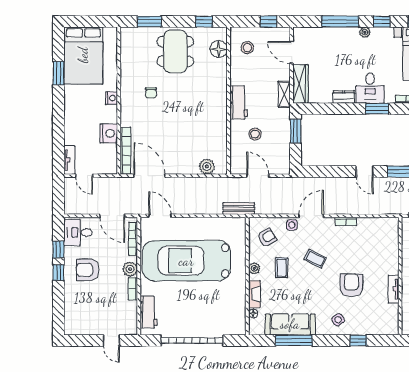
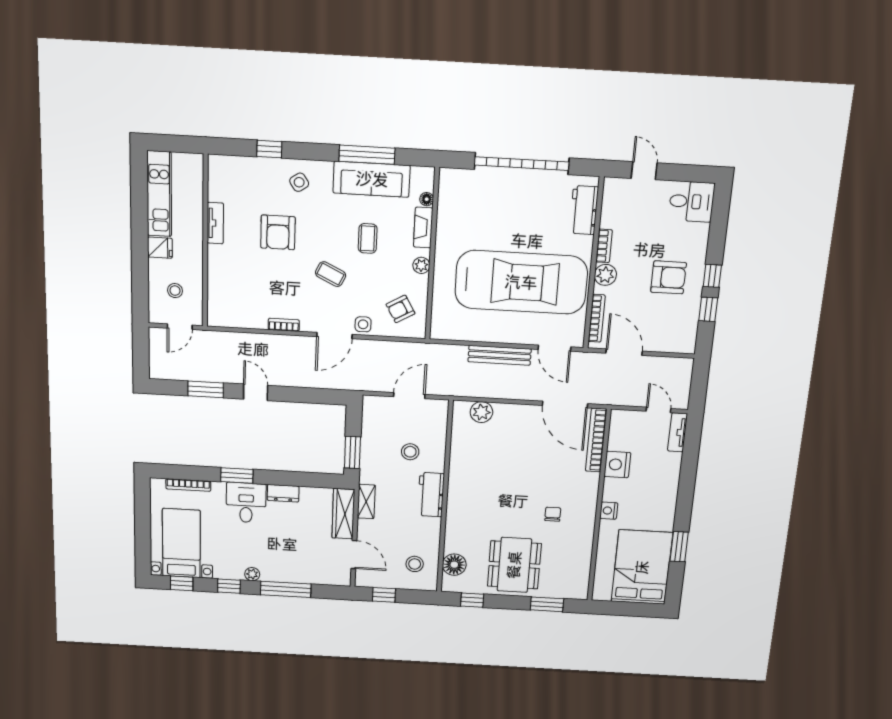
door: (258, 176) -> (409, 396), swing flipped
bench: (239, 208) -> (500, 355), moved, width x1.36
desk: (78, 232) -> (692, 202), moved
coffee table: (282, 268) -> (368, 238), moved

